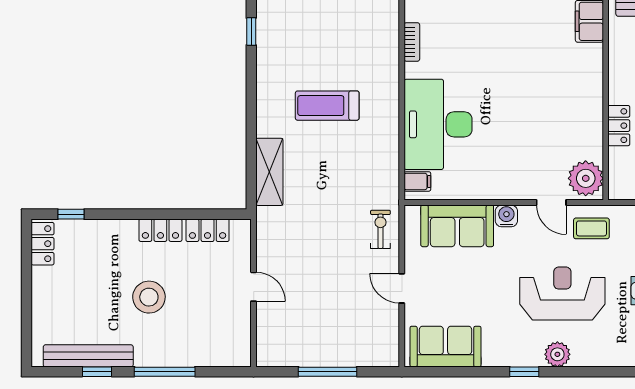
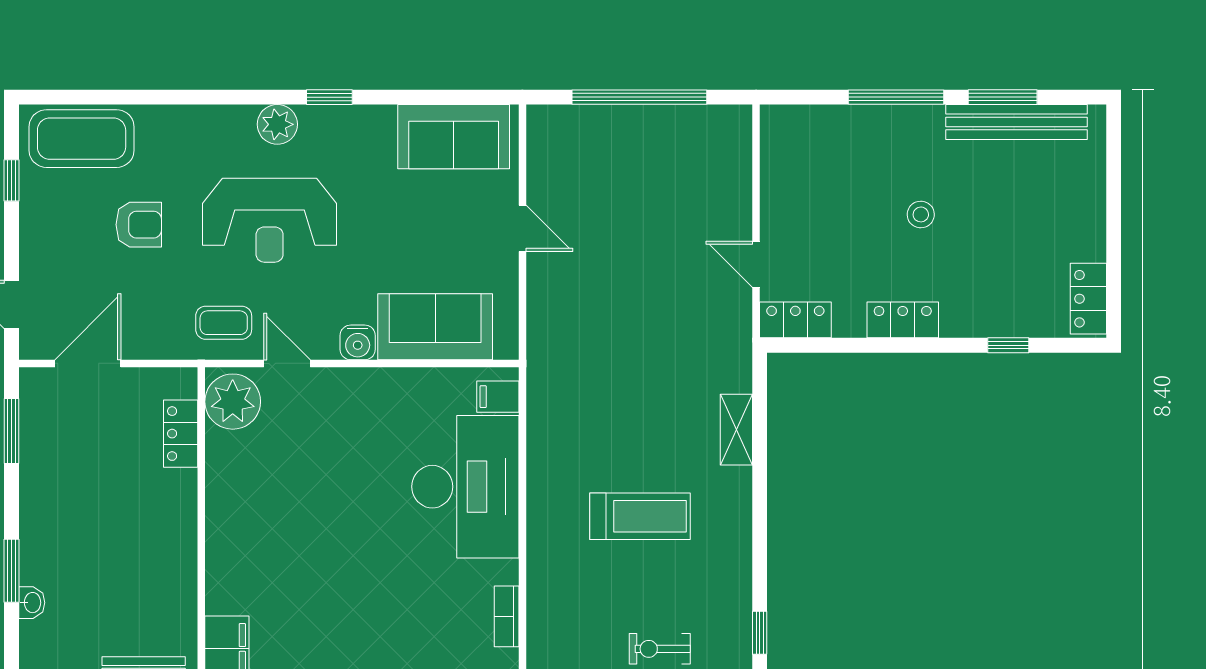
locker: (619, 126) -> (181, 434), moved
shelving: (269, 172) -> (736, 430), width x0.67, depth x0.75
window: (71, 214) -> (1008, 345), moved
exercise bike: (380, 229) -> (660, 649), moved, turned 90
locker: (208, 230) -> (795, 320), moved
door: (254, 287) -> (756, 264), moved
stool: (149, 297) -> (921, 214), width x0.53, depth x0.53
window: (97, 372) -> (1003, 97), width x1.50
window: (328, 372) -> (639, 97), width x1.46

